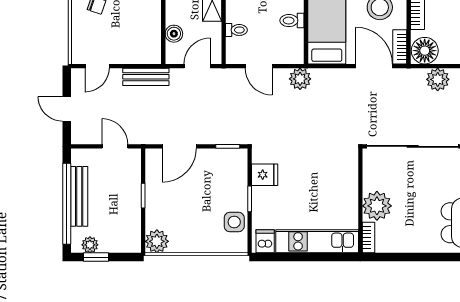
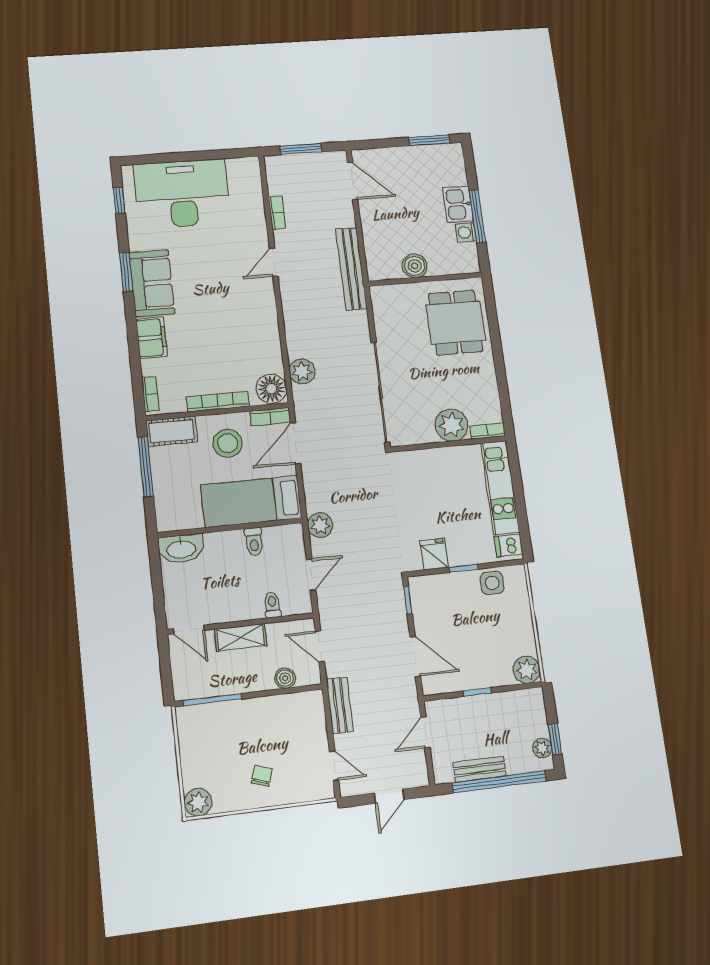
bench: (79, 196) -> (479, 769), width x0.73

